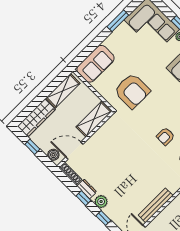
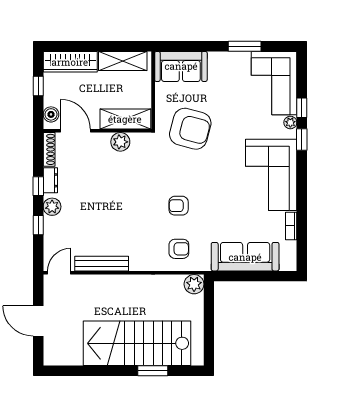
armchair: (132, 91) -> (190, 129), turned -75
plant: (103, 133) -> (120, 142), added

